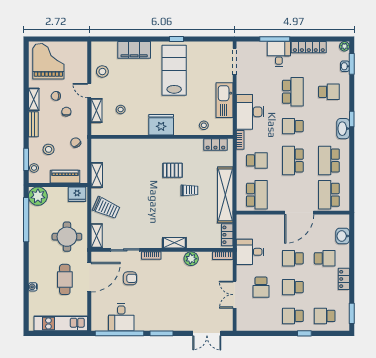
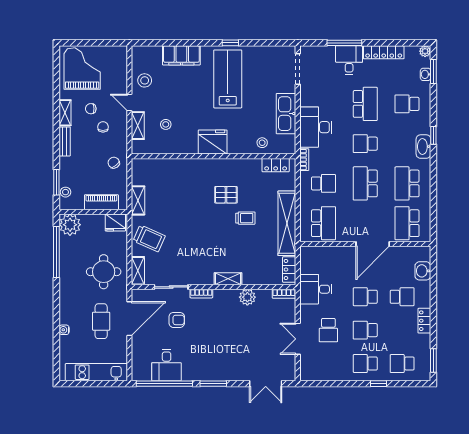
school desk: (329, 92) -> (407, 104), turned 180
stool: (49, 149) -> (82, 171), removed

